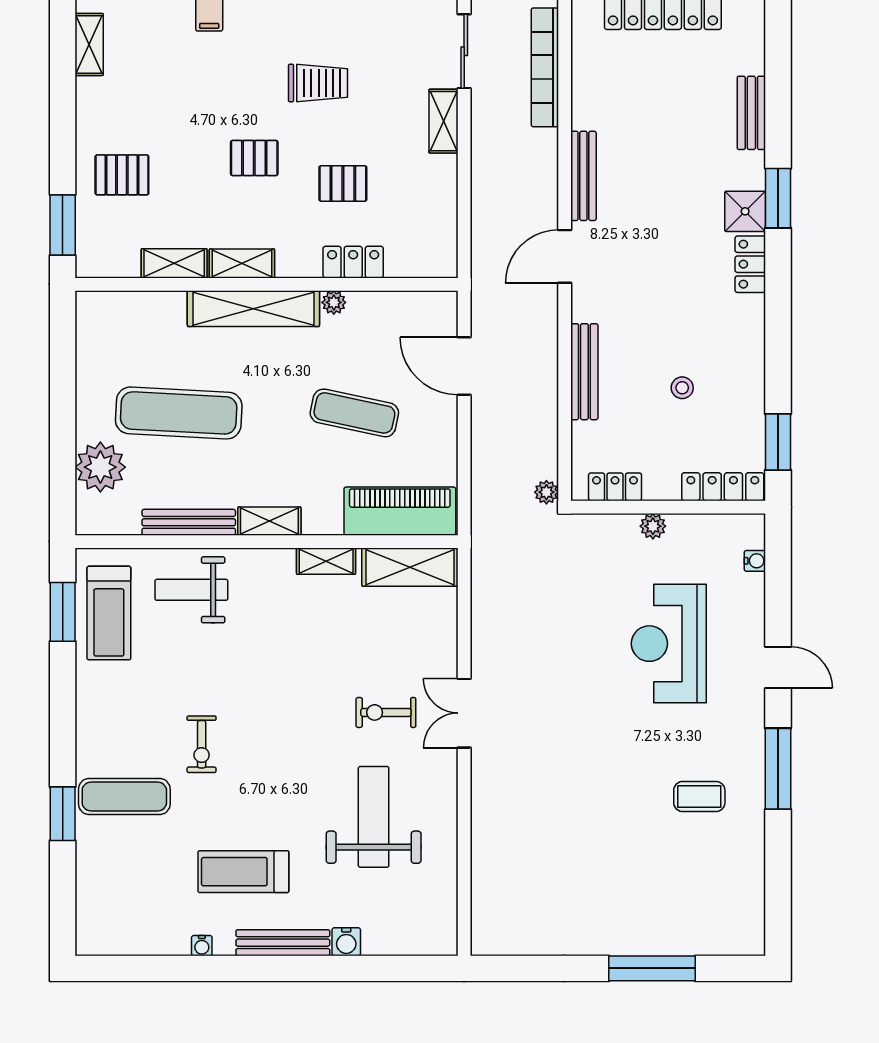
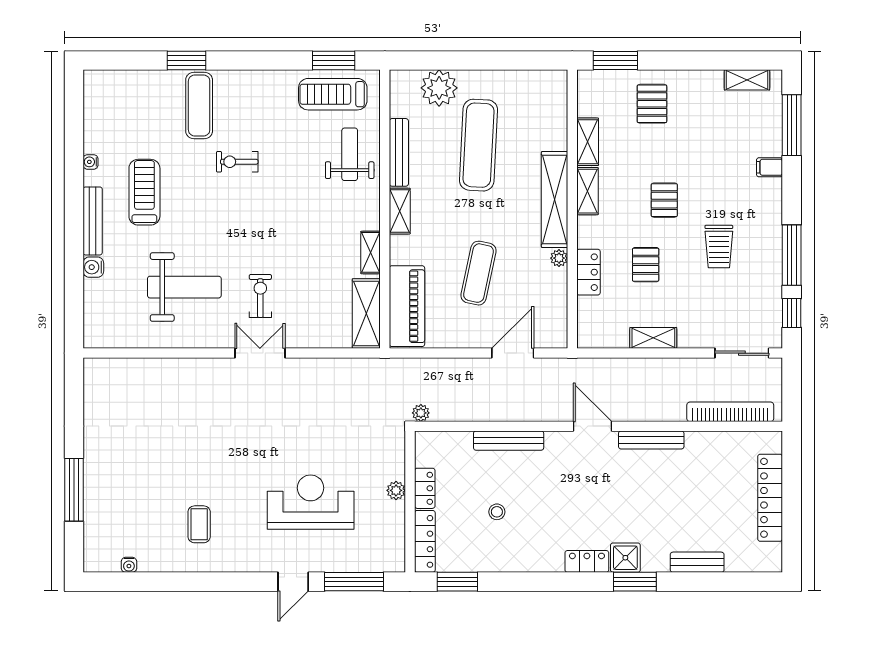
shelving: (444, 121) -> (653, 338), moved
locker: (615, 487) -> (425, 488), moved
water cooler: (755, 561) -> (129, 565), moved
window: (778, 769) -> (354, 582), moved

